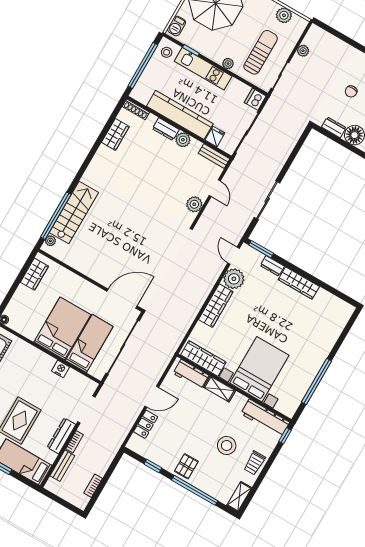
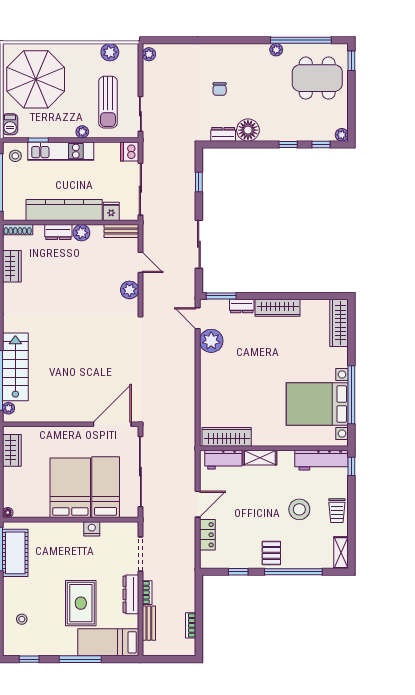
plant: (303, 51) -> (149, 54), moved
sun lounger: (261, 52) -> (108, 102), turned 180
window: (294, 153) -> (199, 182), added
wardrobe: (216, 306) -> (339, 323), moved, turned 180
bed with nightstands: (259, 369) -> (317, 404), moved, turned -90

